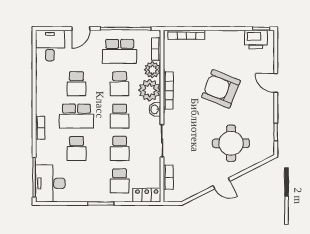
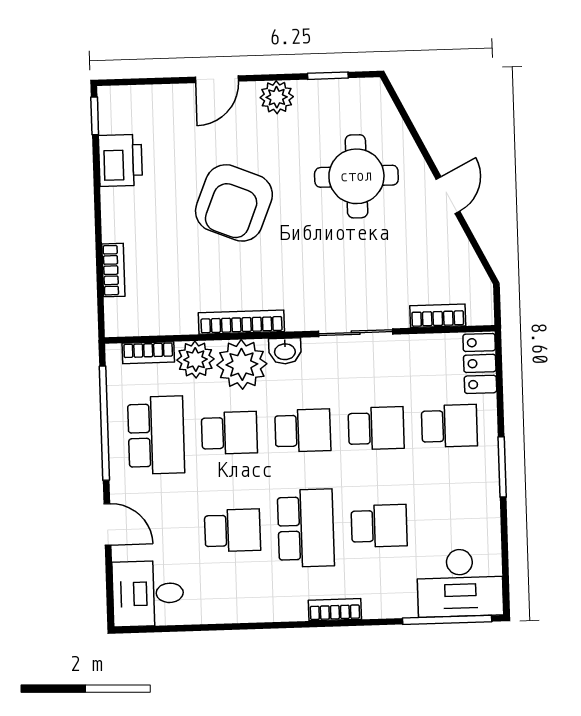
bookcase: (186, 35) -> (113, 270), width x0.64
printer: (256, 39) -> (120, 160), moved
plant: (267, 109) -> (277, 97), added

